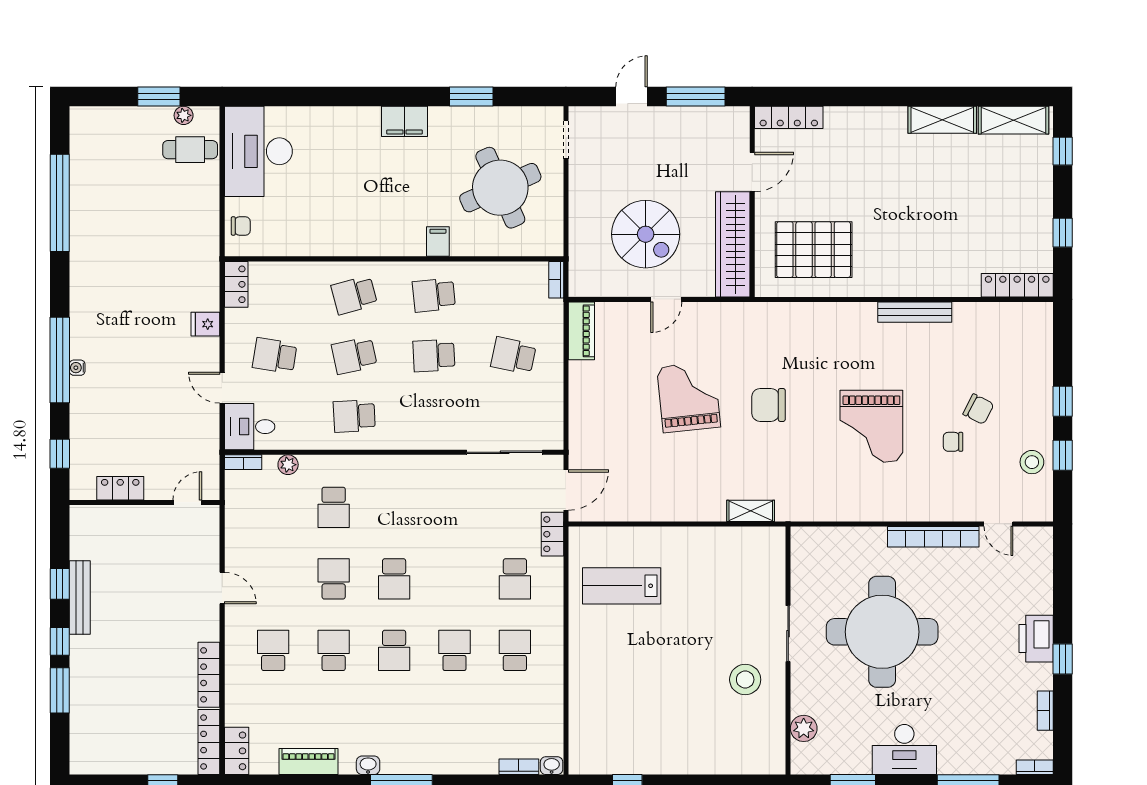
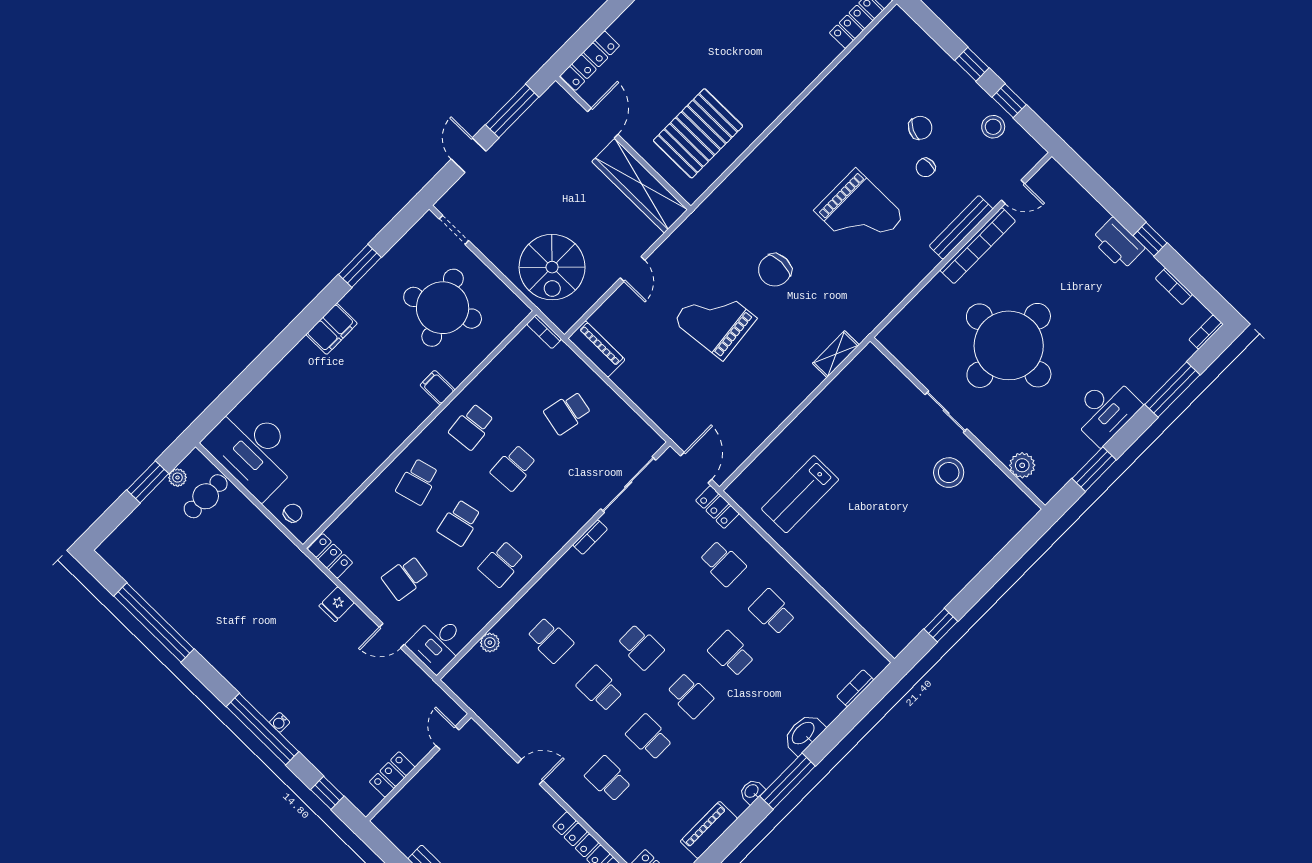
spiral stairs: (646, 234) -> (552, 267), moved, turned 90
bench: (915, 312) -> (961, 227), moved
bookcase: (243, 462) -> (590, 537), moved
washbasin: (552, 766) -> (804, 734), moved, width x1.91, depth x1.45

